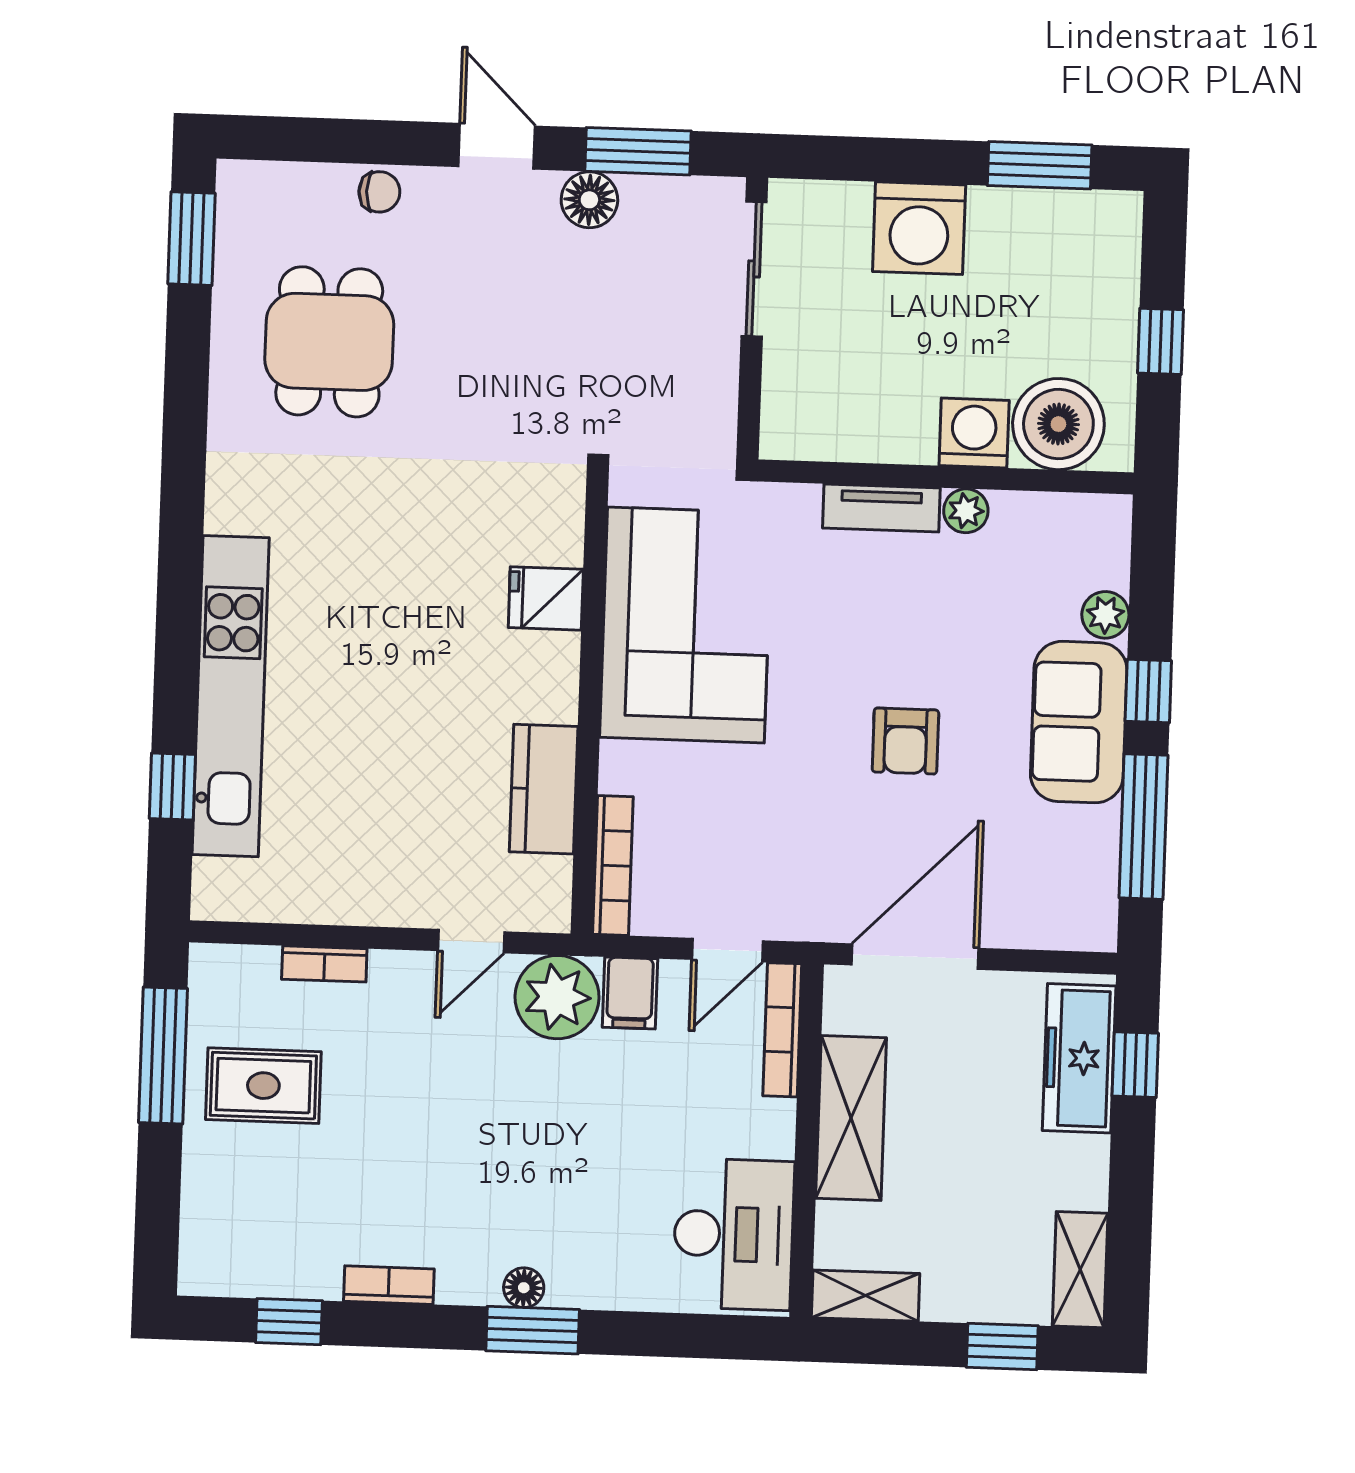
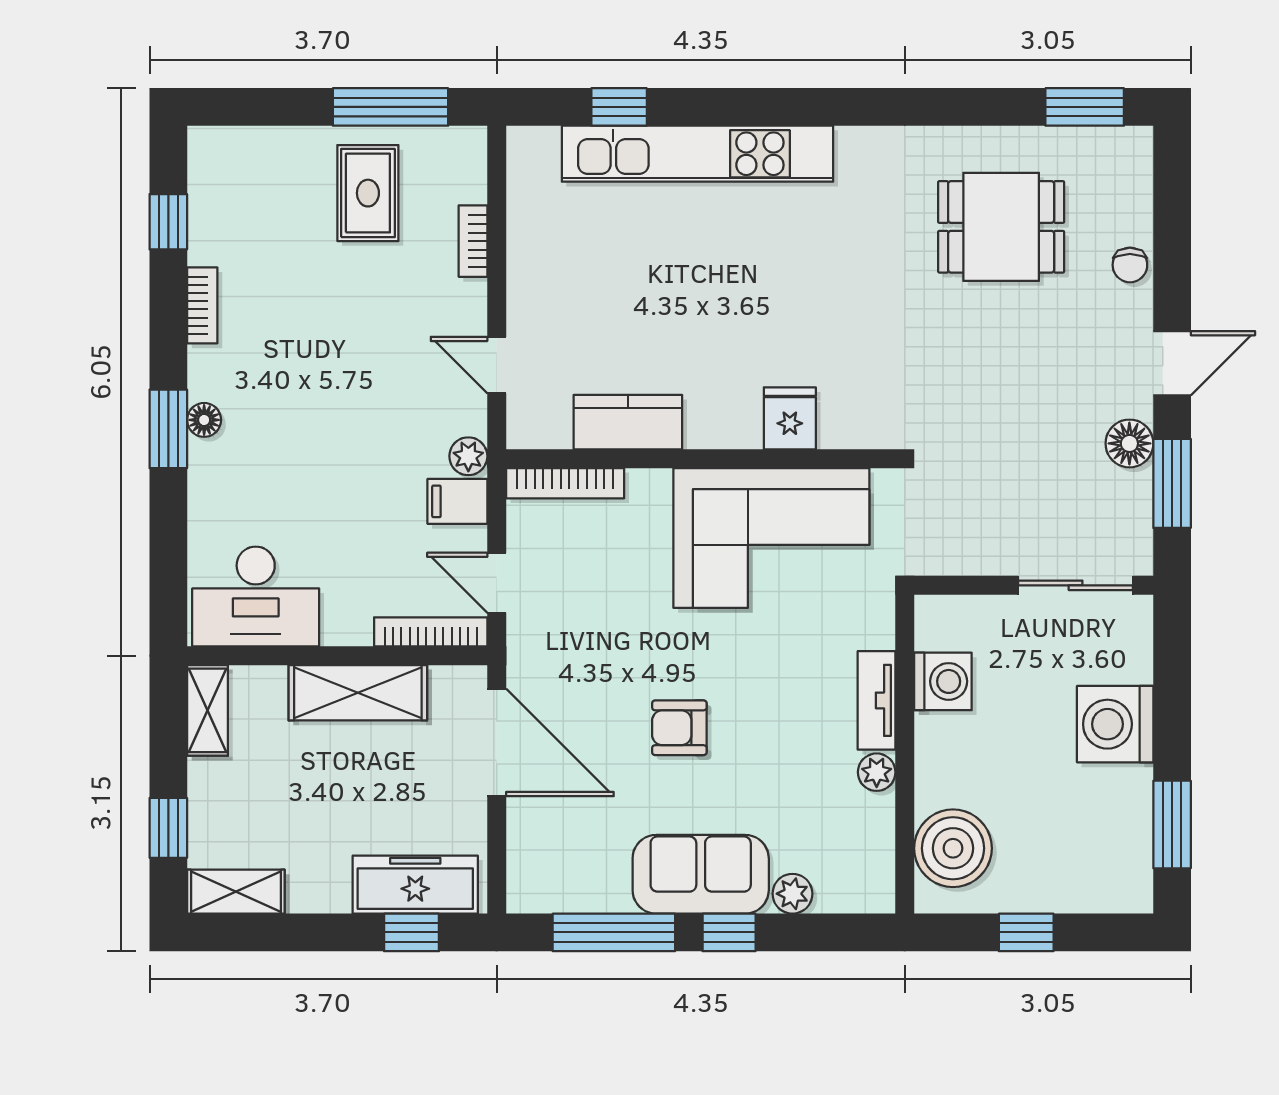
washing machine: (974, 433) -> (943, 681), moved
plant: (557, 997) -> (468, 456), width x0.53, depth x0.53

